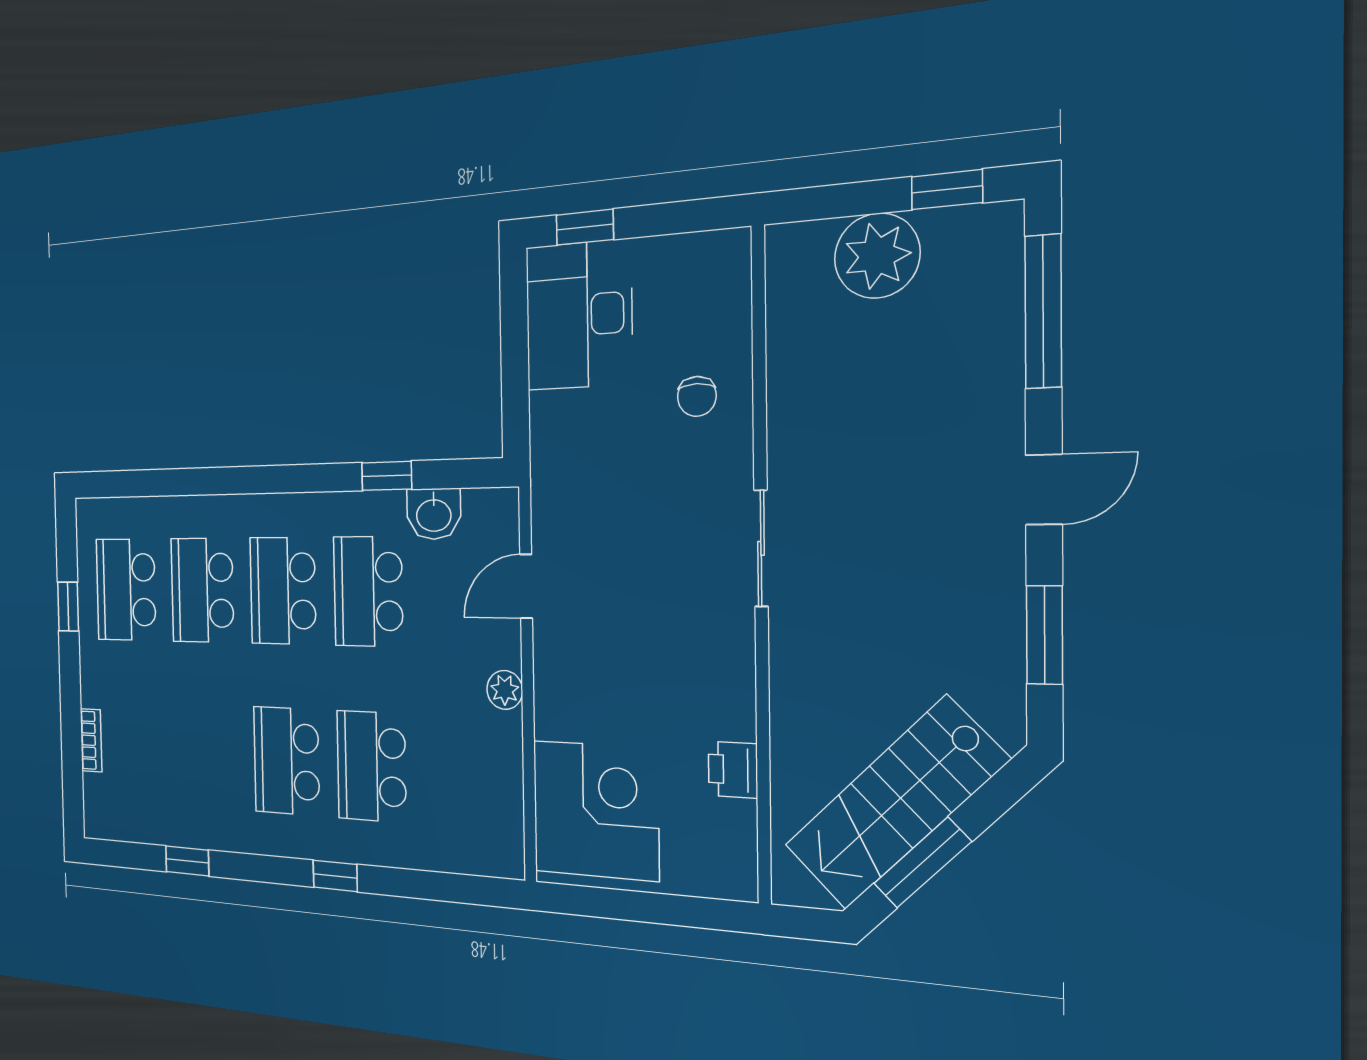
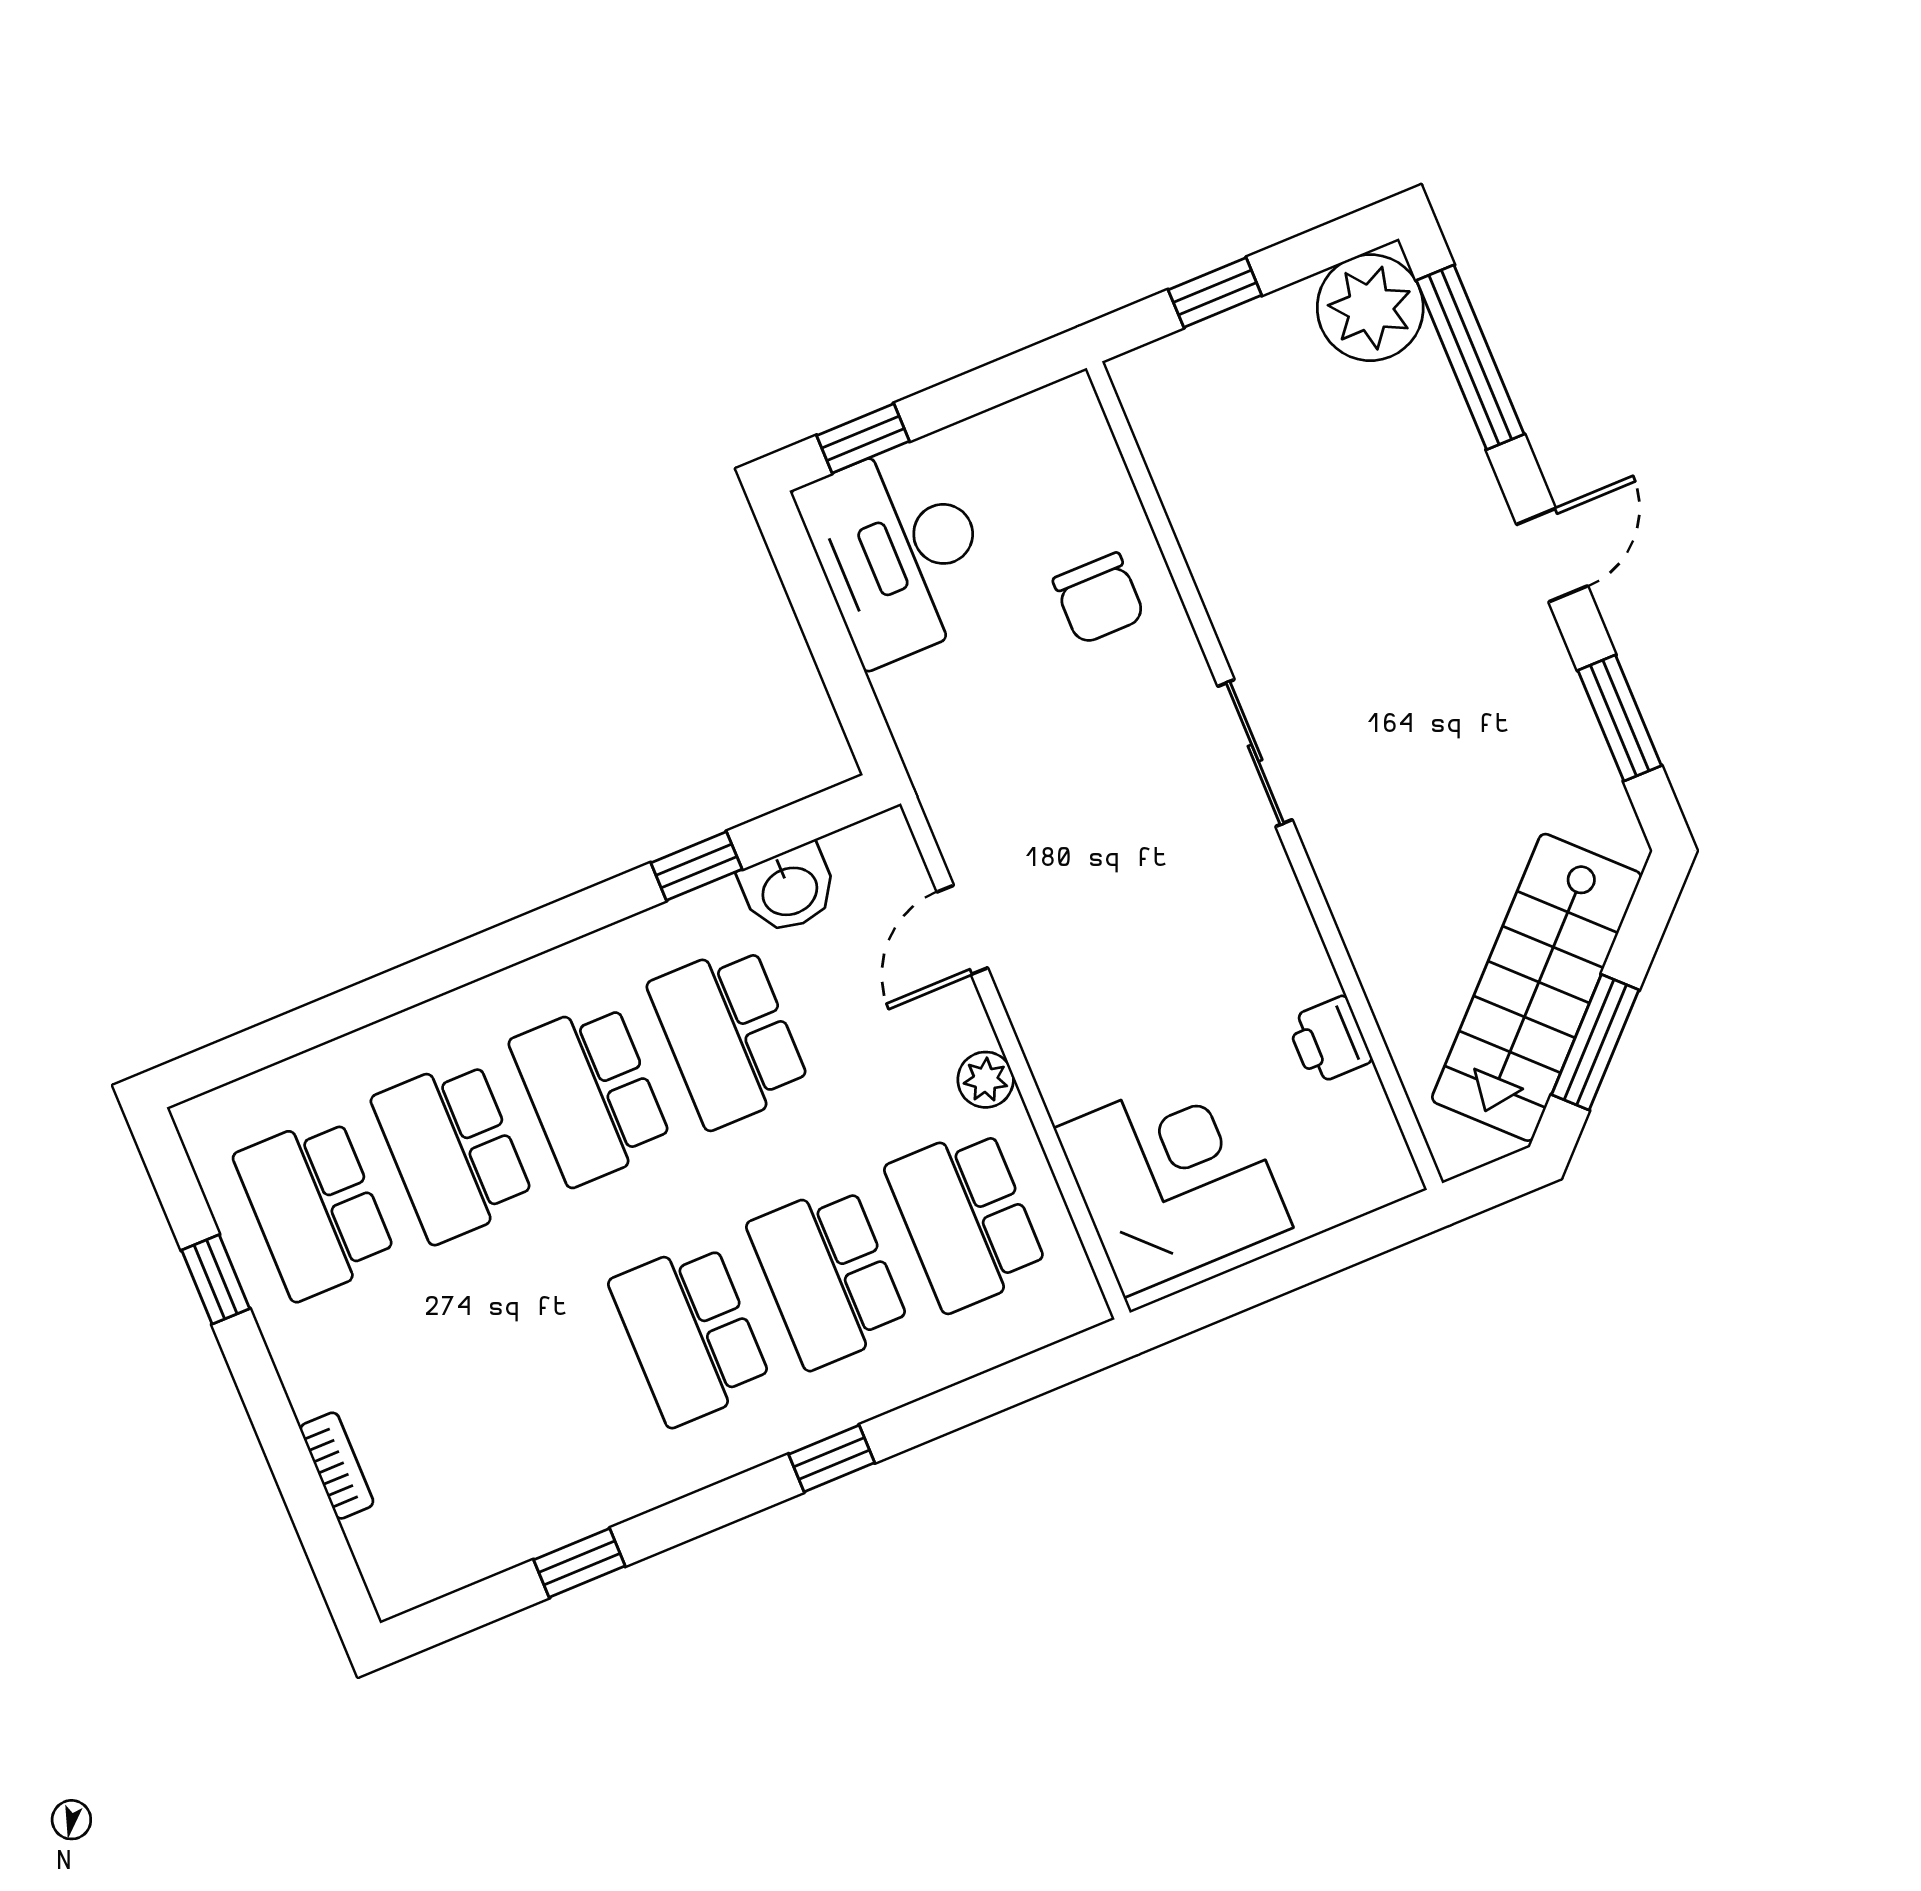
window: (947, 190) -> (1215, 293), moved
plant: (877, 256) -> (1370, 308), moved
chair: (697, 396) -> (1099, 599), width x1.37, depth x1.37
school desk: (461, 772) -> (966, 1219), added

